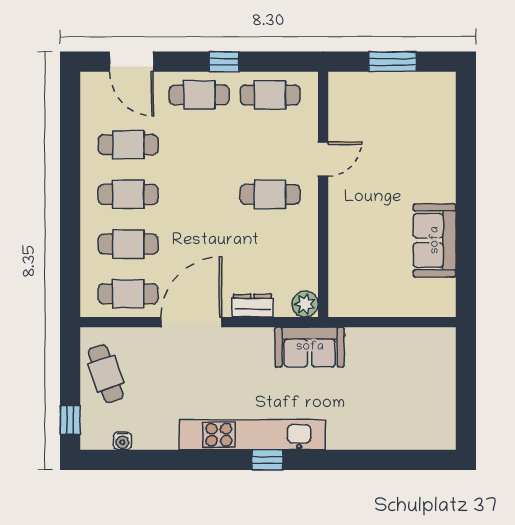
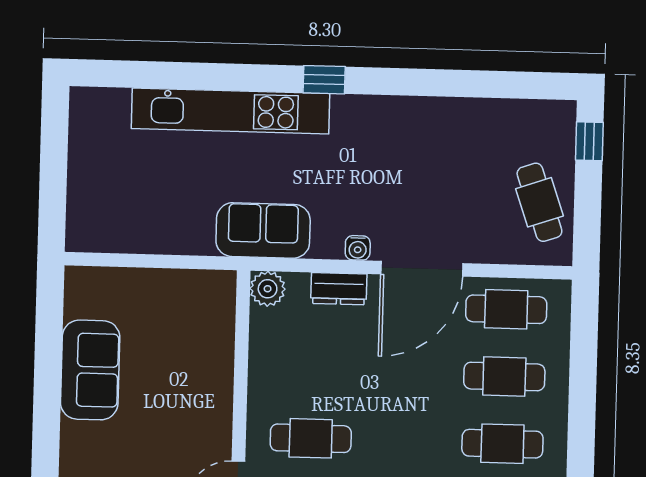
kitchen unit: (252, 435) -> (230, 111), moved
water cooler: (122, 441) -> (358, 248), moved, turned 180

